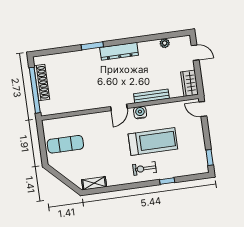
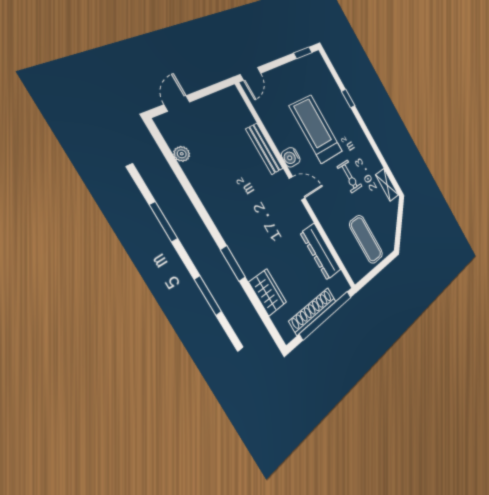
dresser: (119, 51) -> (321, 251), moved, turned 180
wardrobe: (189, 83) -> (268, 292), moved, turned -90
exercise bike: (144, 168) -> (350, 176), moved

